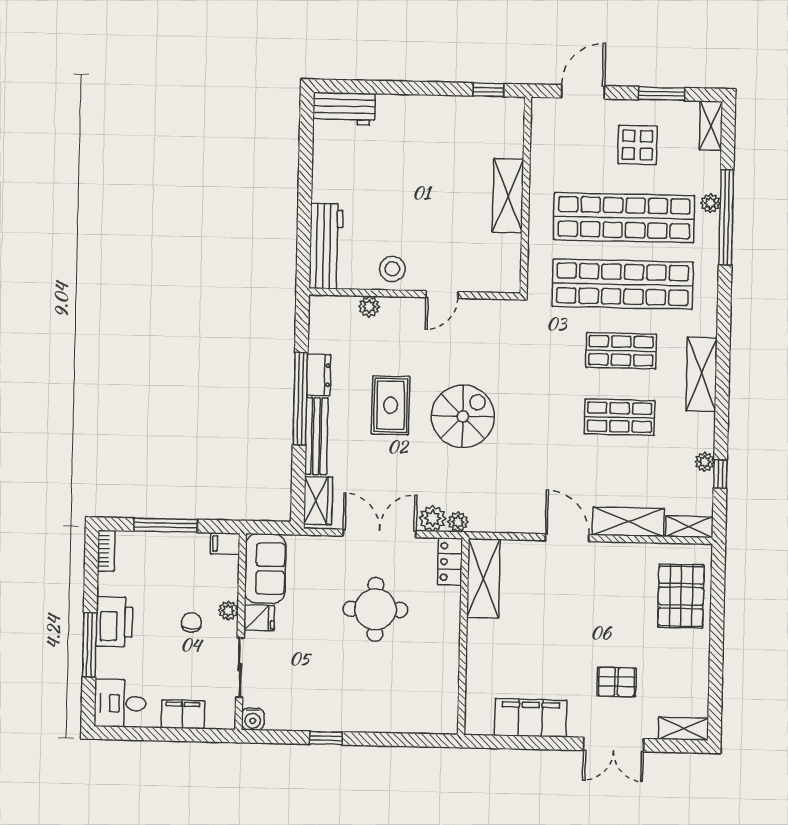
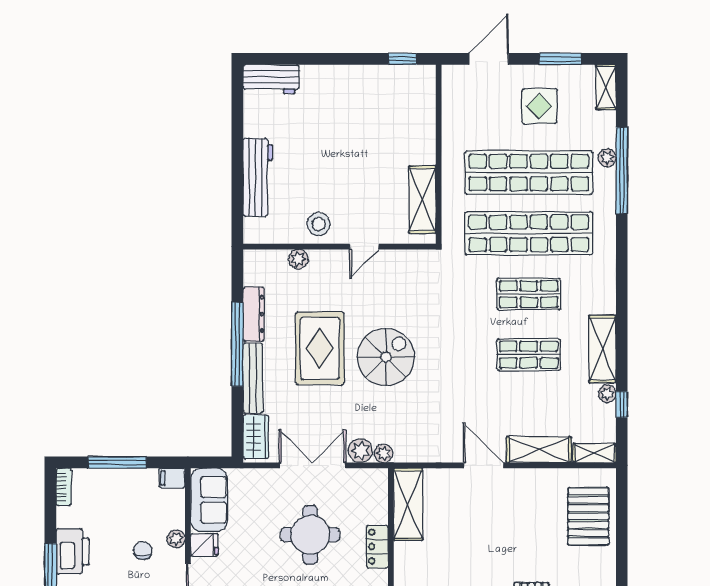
shelving: (508, 196) -> (422, 199), moved
workbench: (326, 246) -> (258, 177), moved
shelving: (702, 374) -> (603, 349), moved
dresser: (319, 375) -> (254, 314), width x1.44
rug: (391, 405) -> (320, 348), width x1.36, depth x1.43
locker: (450, 562) -> (377, 547), moved

